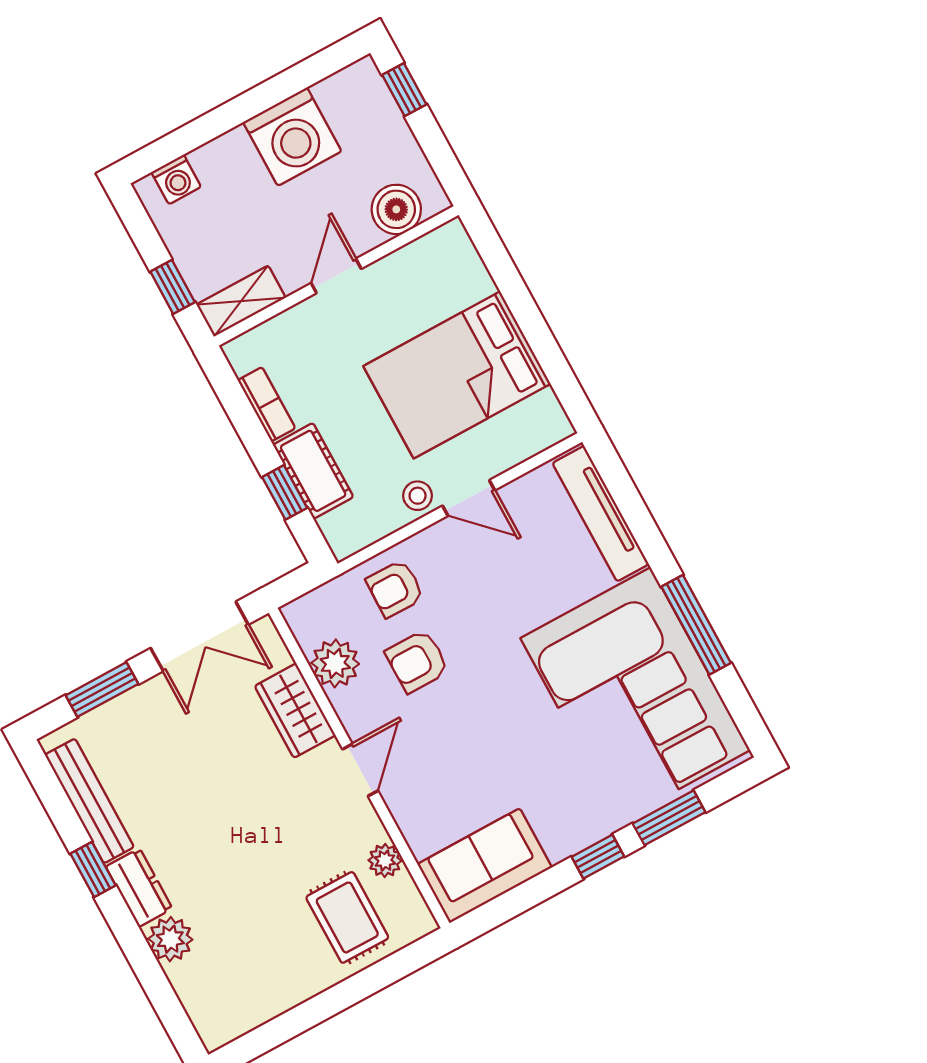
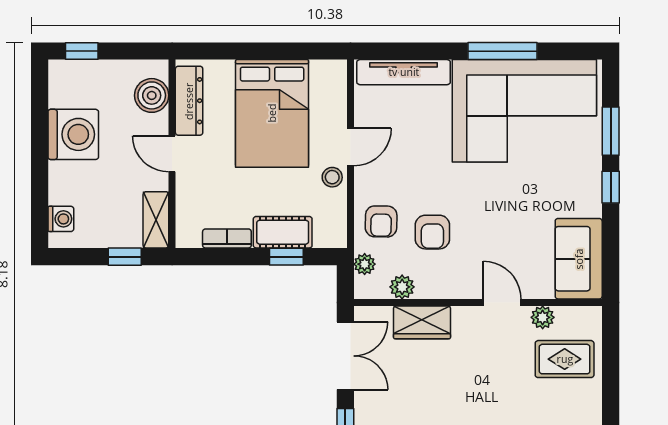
dresser: (416, 261) -> (189, 101), added
plant: (329, 597) -> (365, 264), added
plant: (335, 663) -> (402, 287), width x0.73, depth x0.73
door: (360, 770) -> (502, 302), moved

